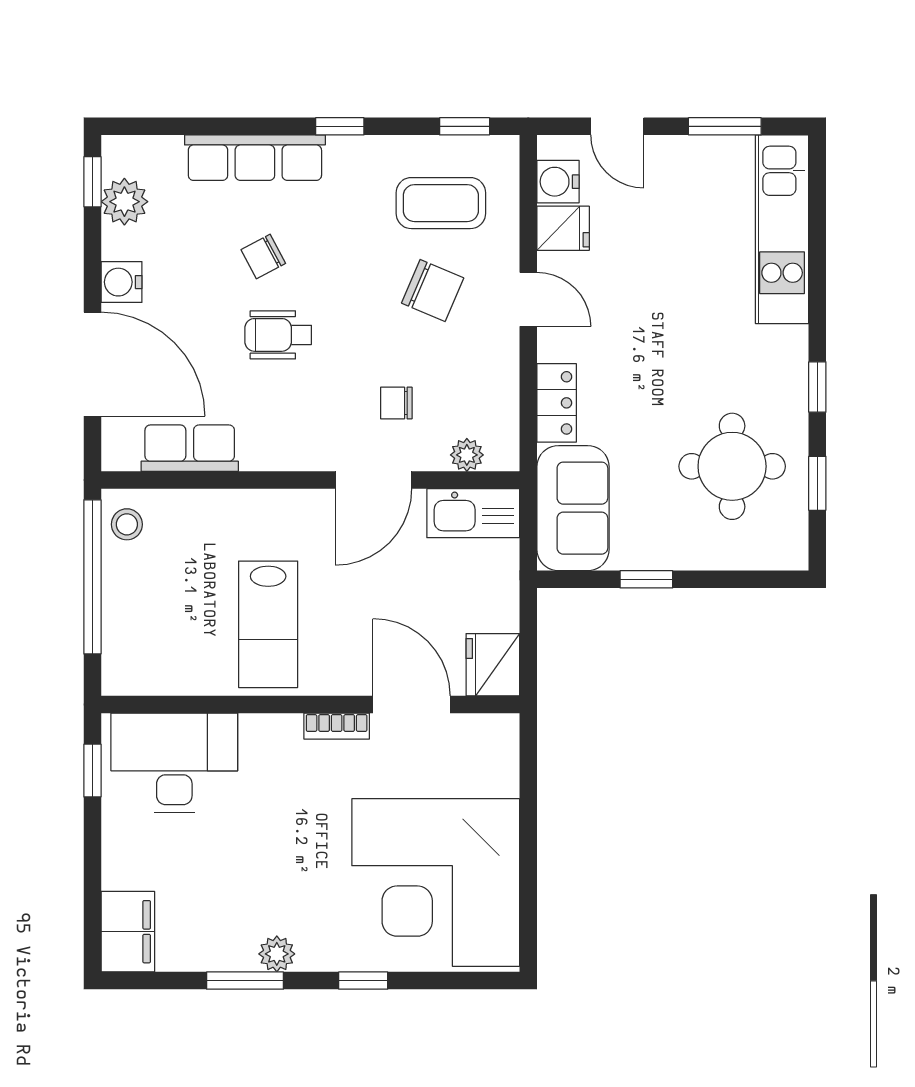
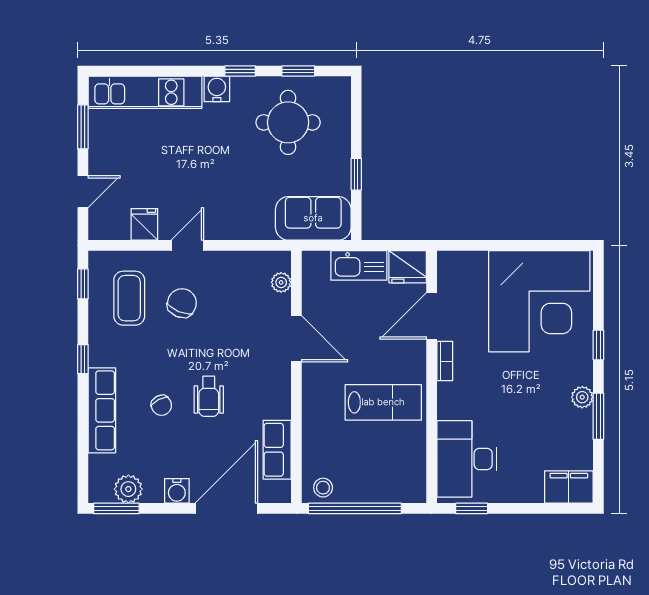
window: (92, 182) -> (116, 508), width x1.50
water cooler: (558, 182) -> (217, 89), moved, turned 180
chair: (396, 403) -> (250, 325), removed
locker: (557, 403) -> (250, 228), removed
kitchen sink: (473, 513) -> (359, 265), moved, turned 90

